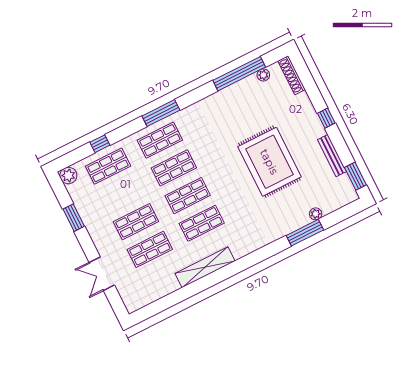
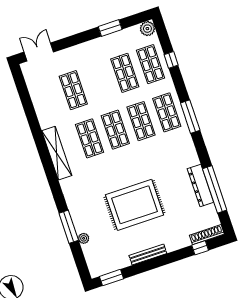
plant: (263, 75) -> (211, 210), removed
dresser: (237, 90) -> (200, 185), added
window: (326, 118) -> (200, 248), moved
bench: (332, 156) -> (148, 255), moved
shop shelf: (136, 222) -> (125, 73), moved
shelving: (205, 267) -> (57, 153), moved
double door: (102, 274) -> (39, 52), moved

